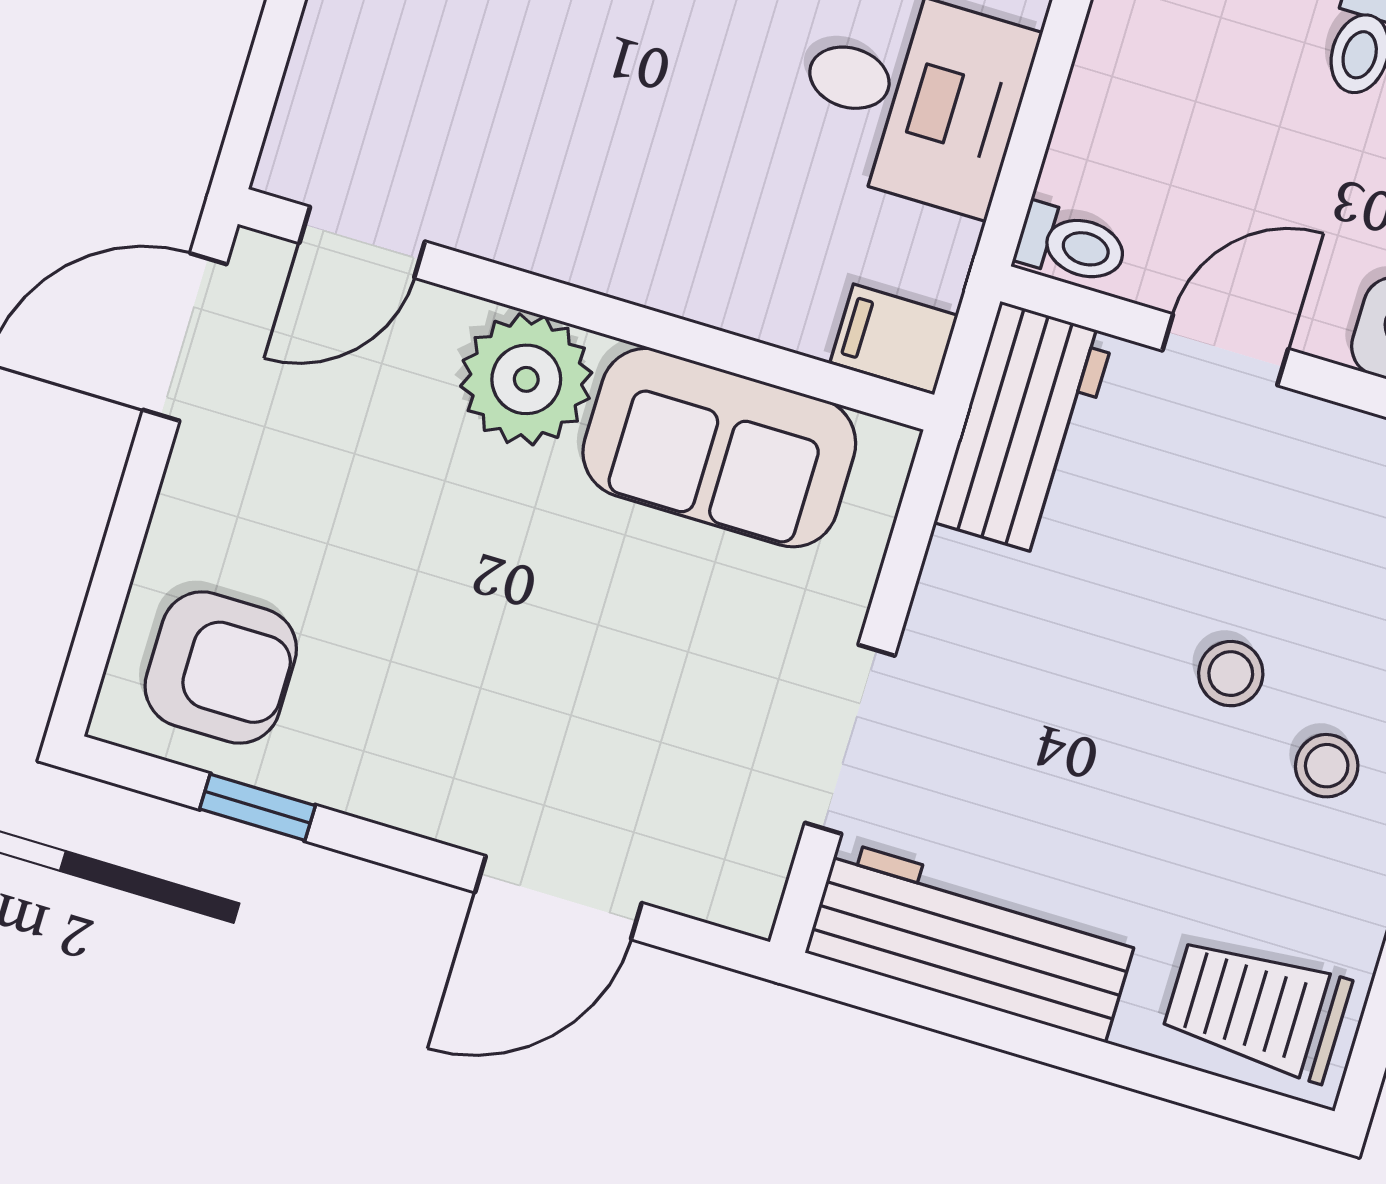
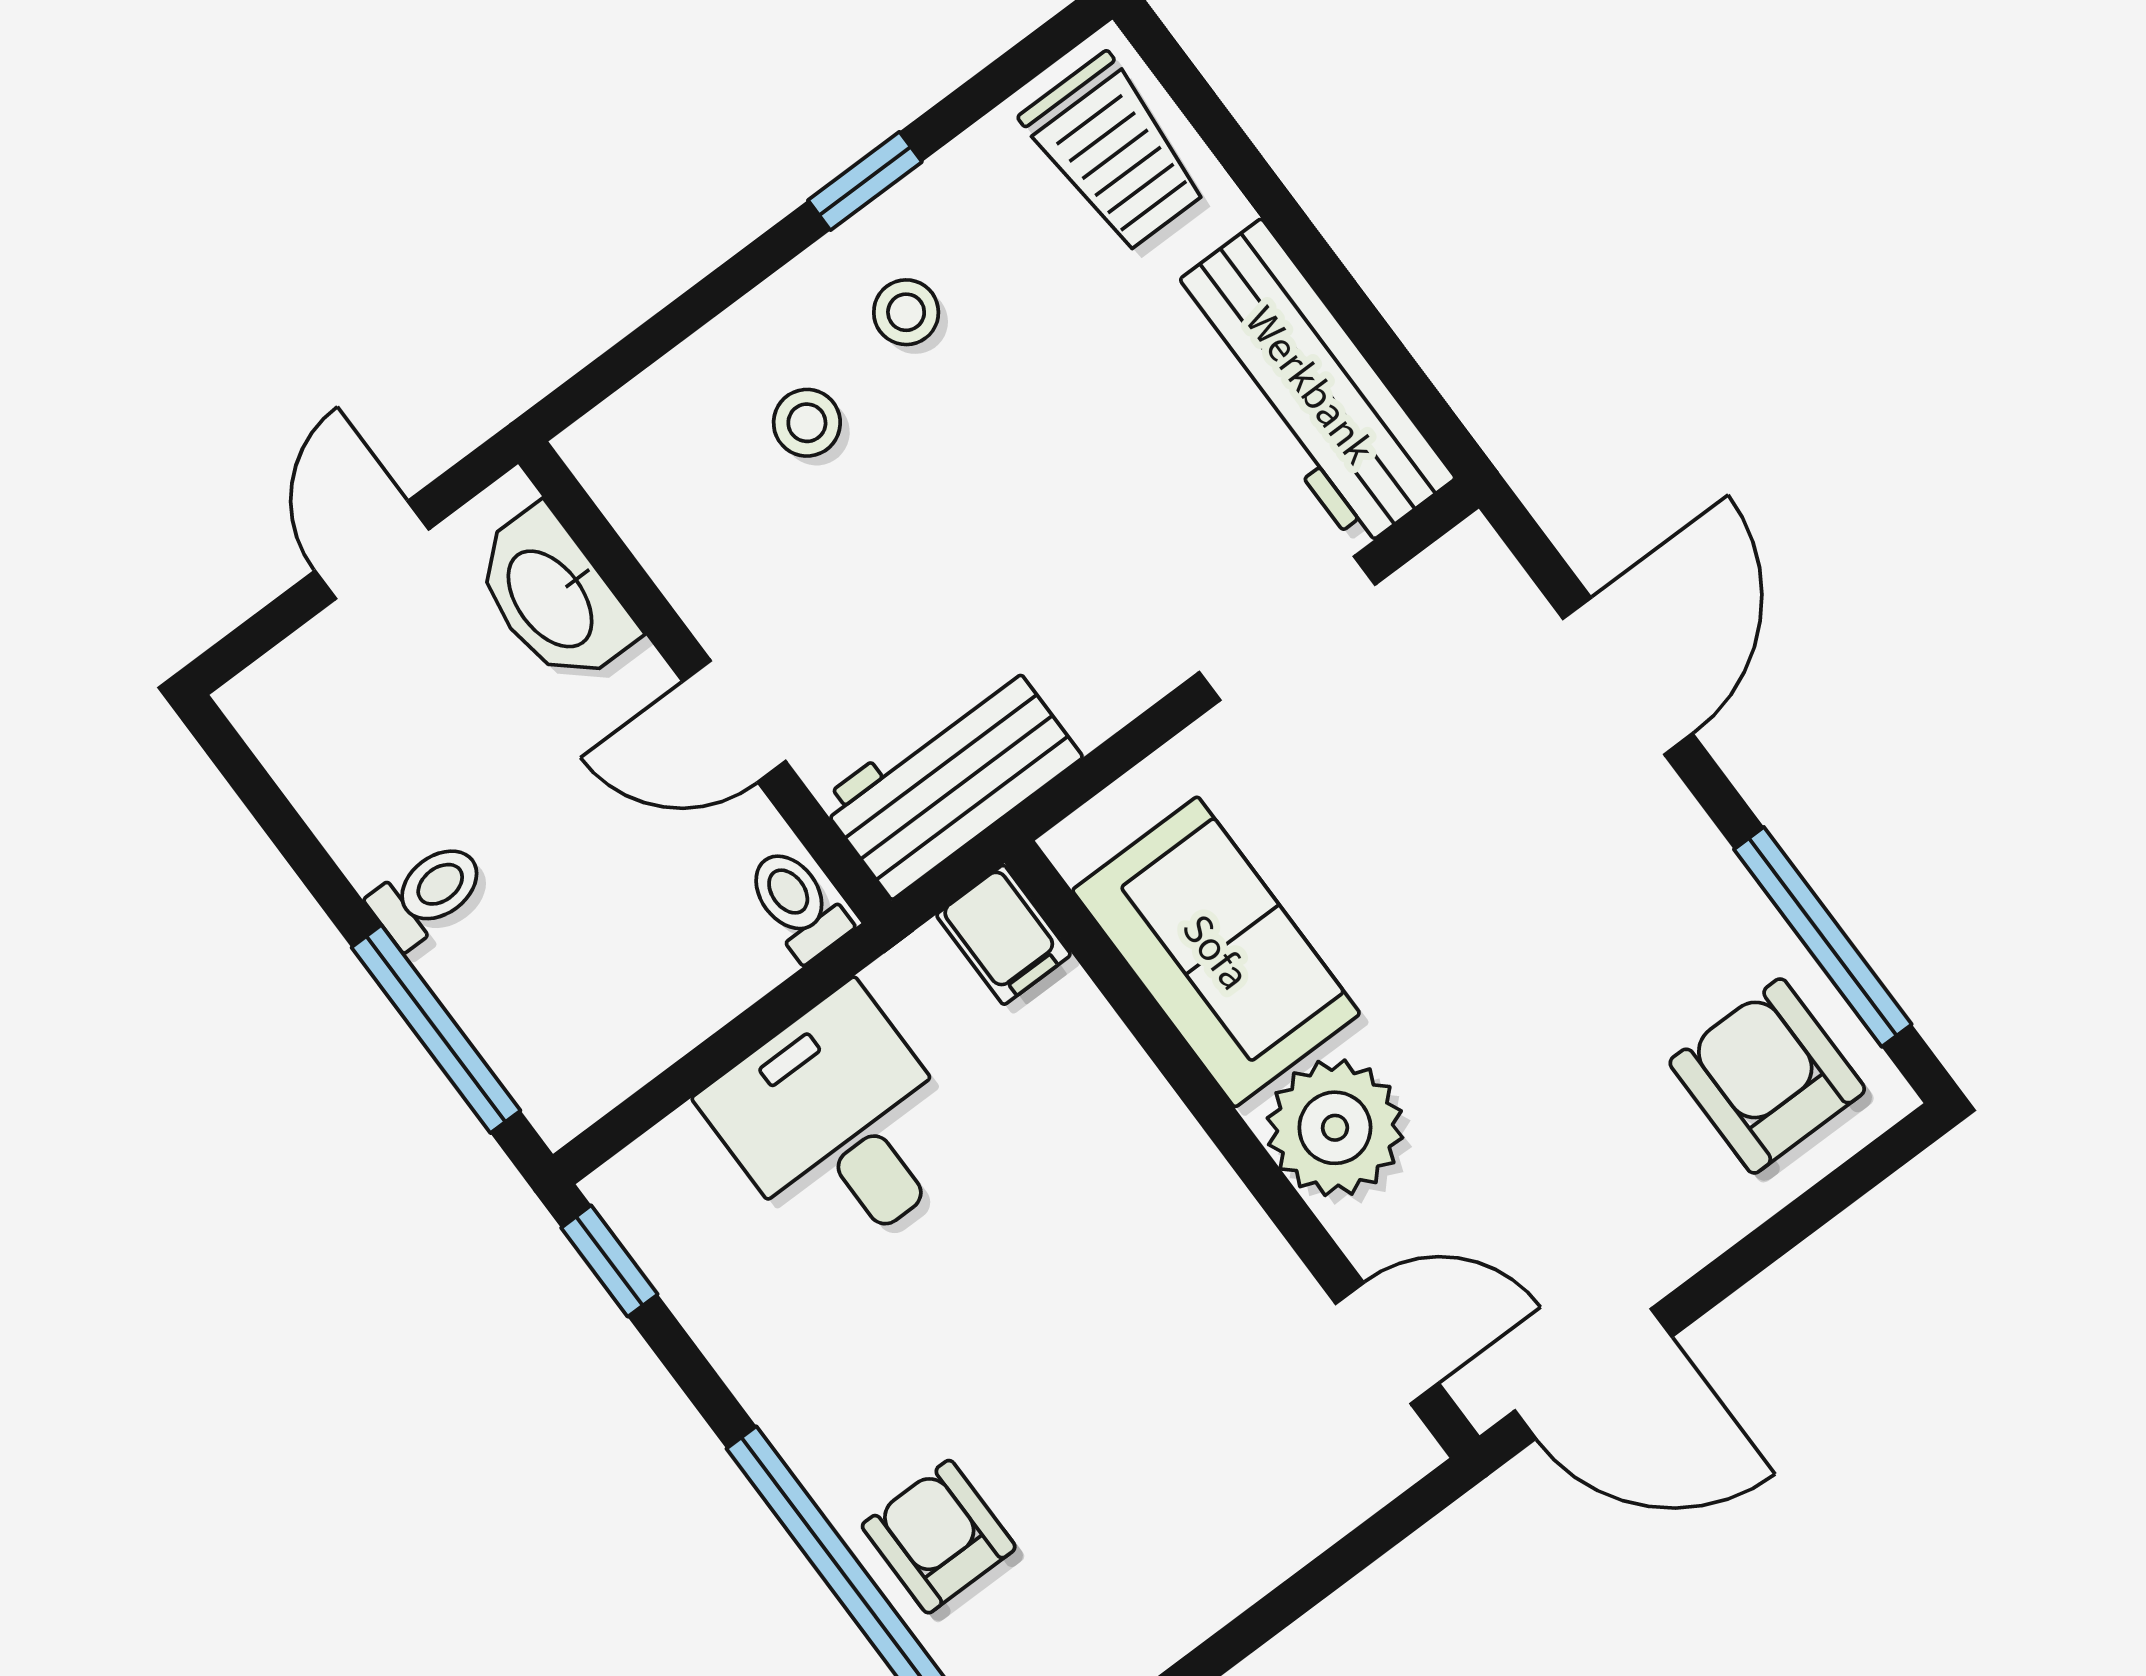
stool: (1231, 674) -> (807, 423), moved
window: (258, 807) -> (1823, 937), width x2.17
door: (558, 898) -> (1628, 676), hinge flipped

